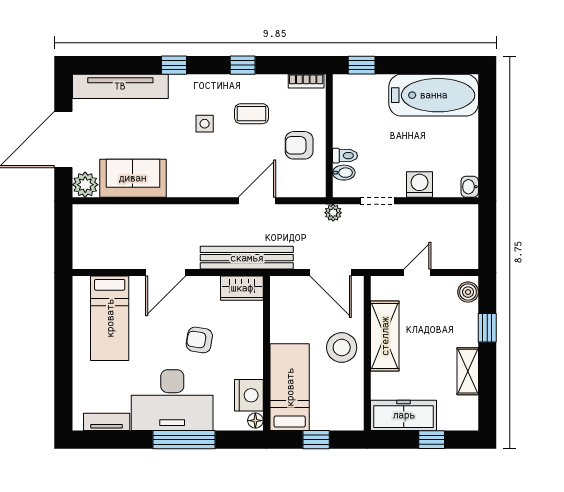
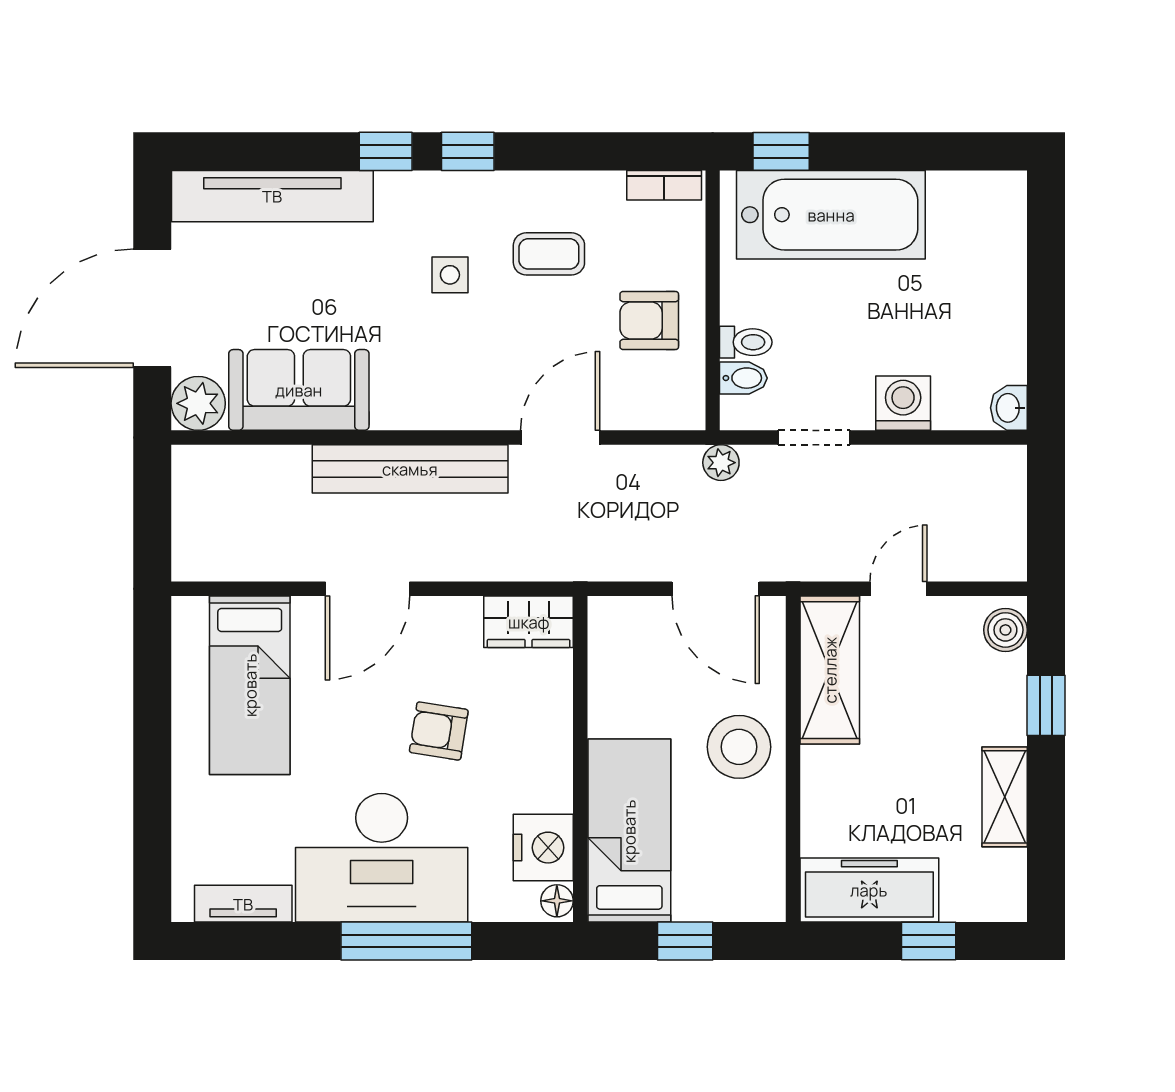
window: (243, 65) -> (468, 151), moved
bathtub: (434, 95) -> (831, 215), moved
bench: (247, 258) -> (410, 469), moved
shelving: (385, 336) -> (830, 670), moved

